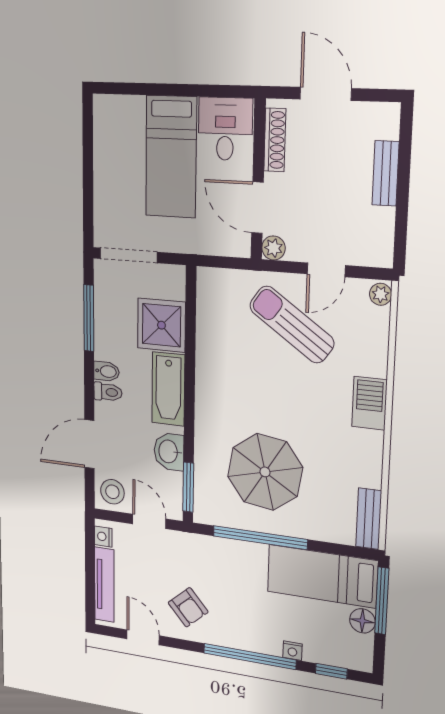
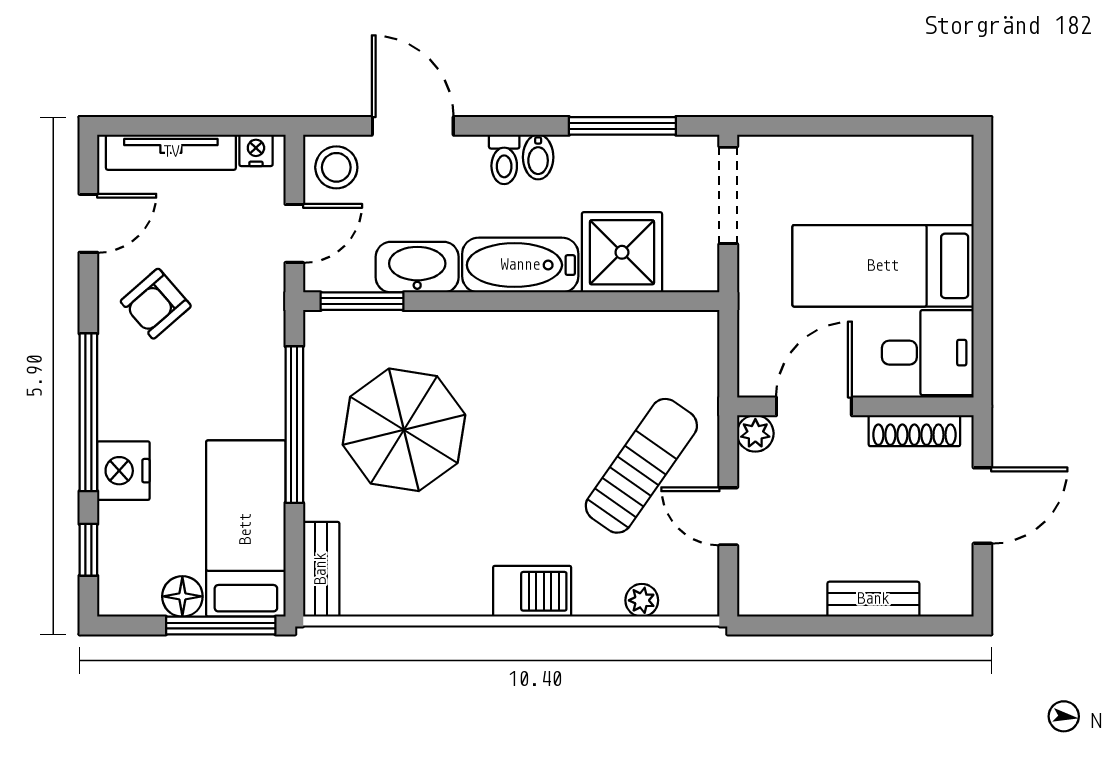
plant: (381, 294) -> (642, 600), moved
washbasin: (169, 452) -> (417, 267), width x1.38
bench: (369, 519) -> (321, 569), moved, turned 90
nightstand: (292, 651) -> (123, 471), width x1.89, depth x1.79

